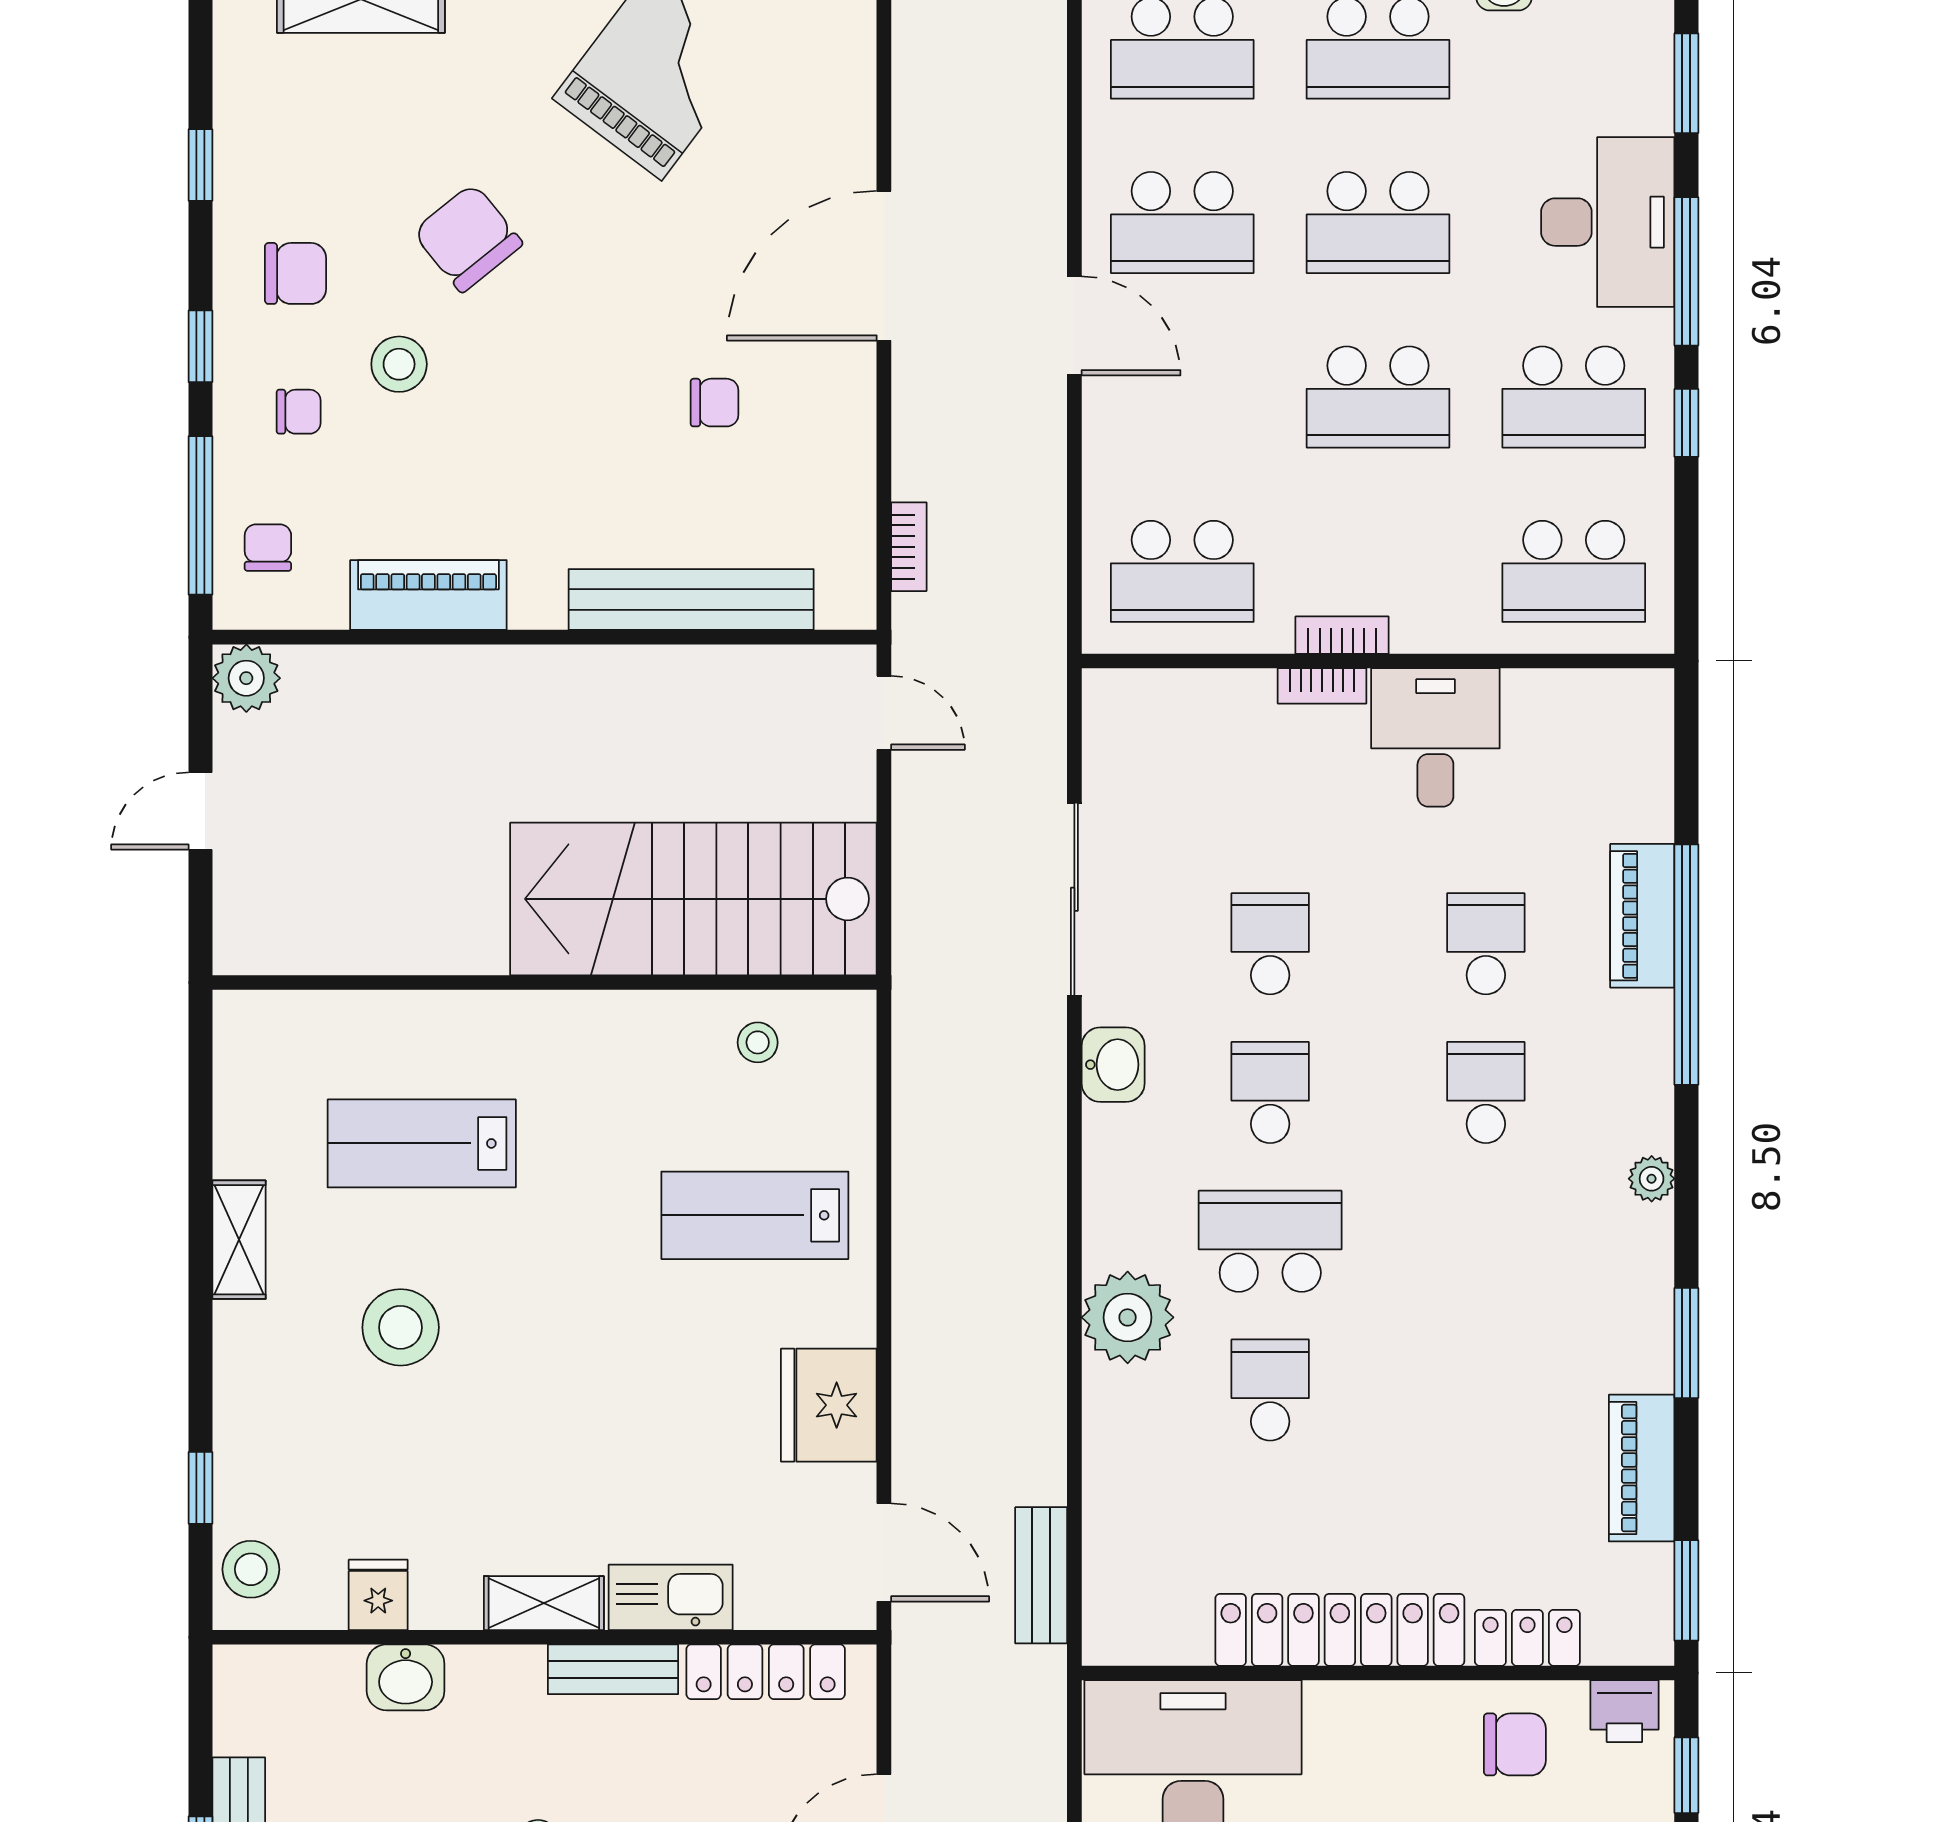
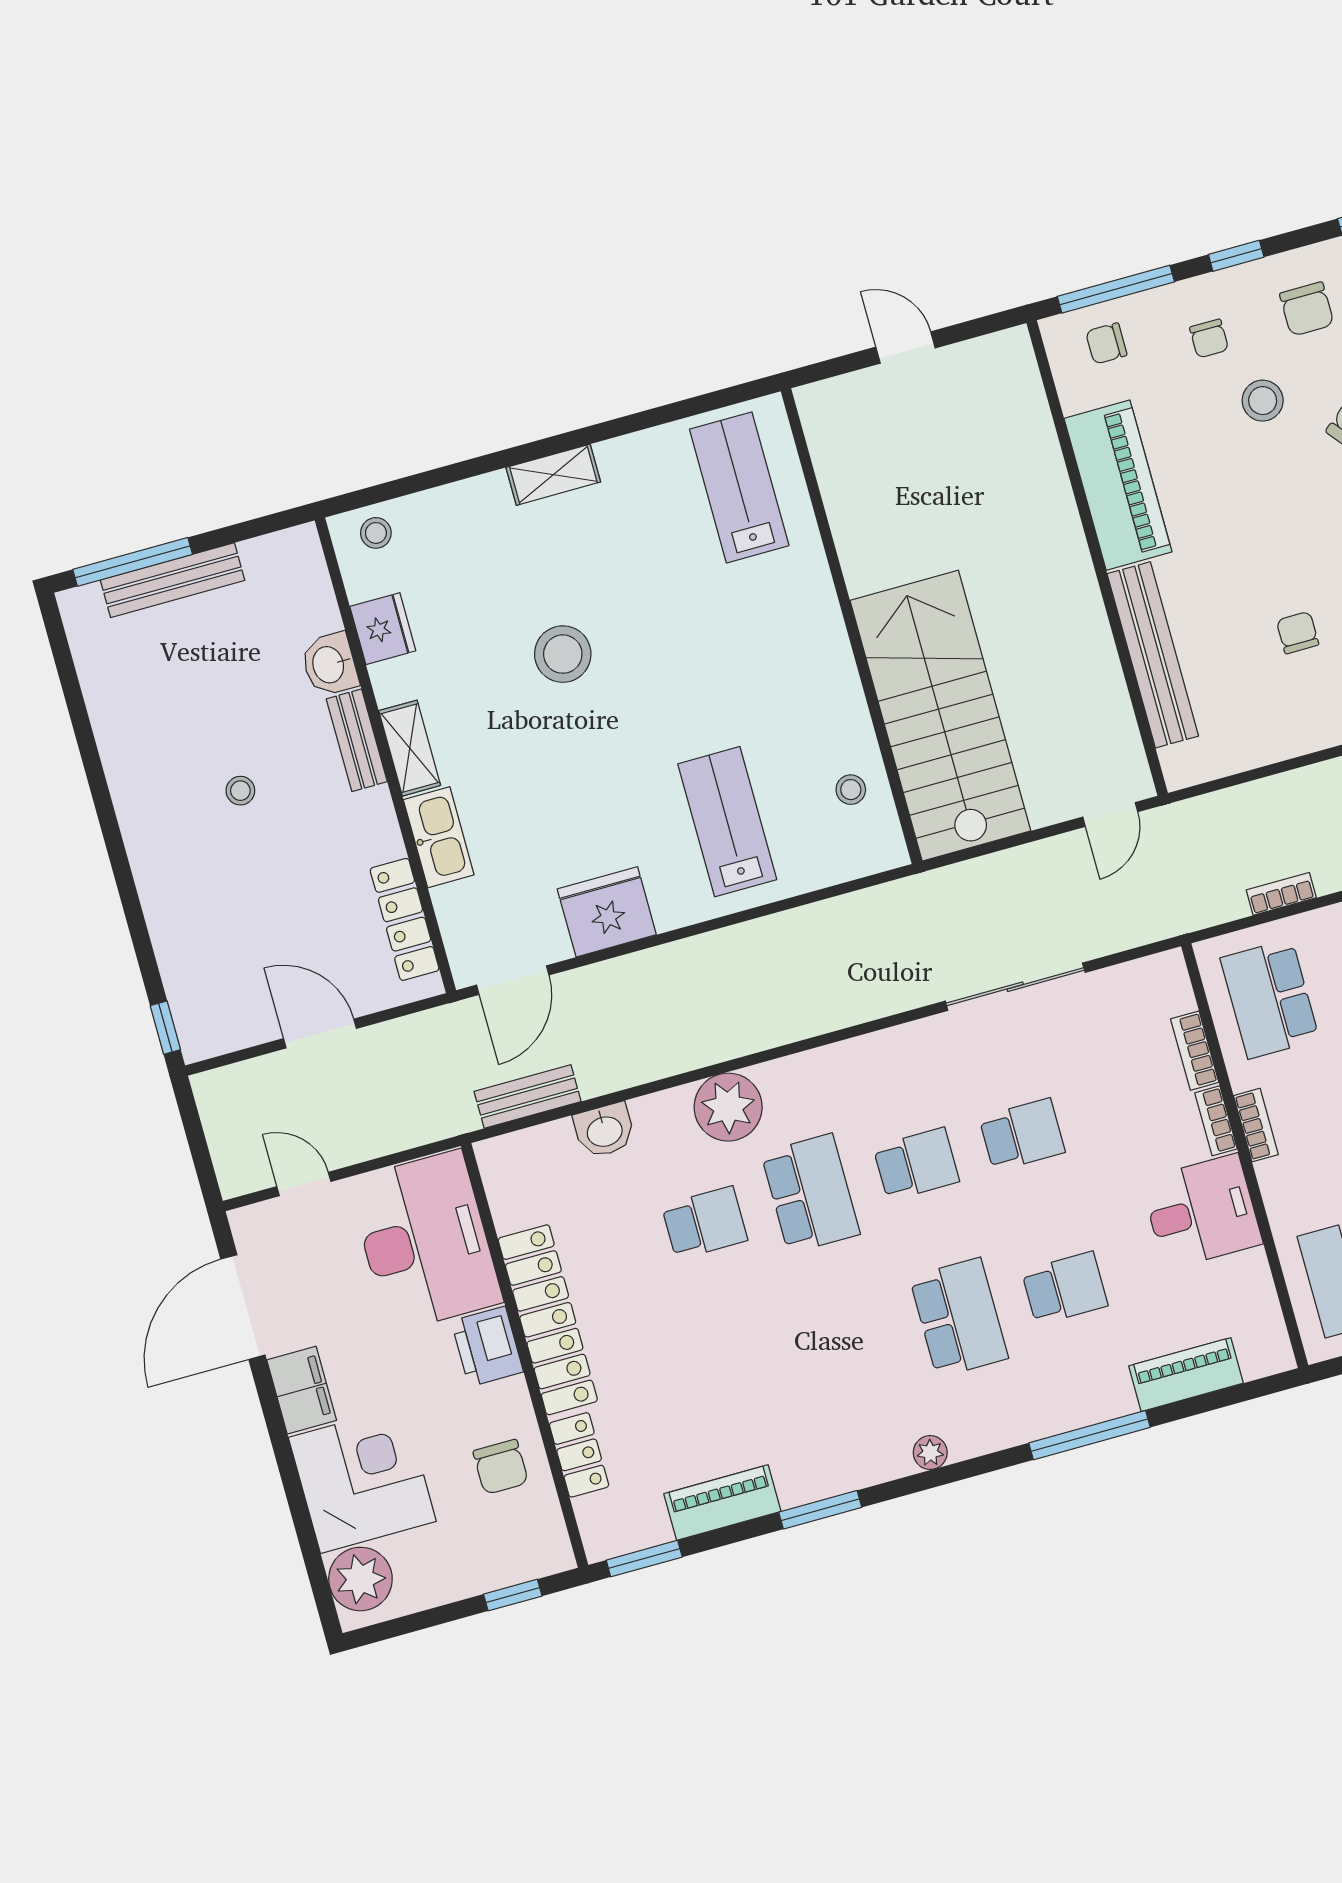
chair: (714, 403) -> (1298, 633), turned 180
bookcase: (909, 547) -> (1281, 894), moved, turned 180
chair: (268, 548) -> (1106, 343), turned 180
piano: (428, 595) -> (1118, 485), width x1.37, depth x1.33
plant: (246, 678) -> (1009, 354), removed
bookcase: (1223, 688) -> (1195, 1051), added
piano: (1642, 916) -> (1186, 1375), moved
window: (1686, 965) -> (1089, 1435), width x0.68
washbasin: (1113, 1065) -> (604, 1130), moved
school desk: (1486, 1093) -> (959, 1318), width x1.85
lab bench: (422, 1143) -> (739, 487), moved
shelving: (239, 1240) -> (553, 475), moved
stool: (401, 1327) -> (563, 654), moved
window: (200, 1488) -> (424, 481), removed
stool: (251, 1569) -> (376, 533), width x0.73, depth x0.73
fridge: (378, 1595) -> (383, 629), width x1.38
bench: (613, 1669) -> (357, 740), moved
printer: (1624, 1711) -> (487, 1346), moved, width x1.36, depth x1.24

